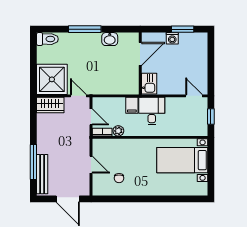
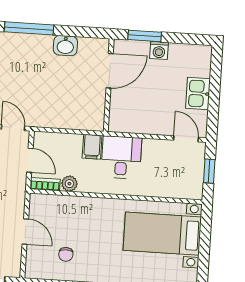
window: (183, 29) -> (145, 36), moved
kitchen sink: (149, 84) -> (198, 94), moved, turned 180

